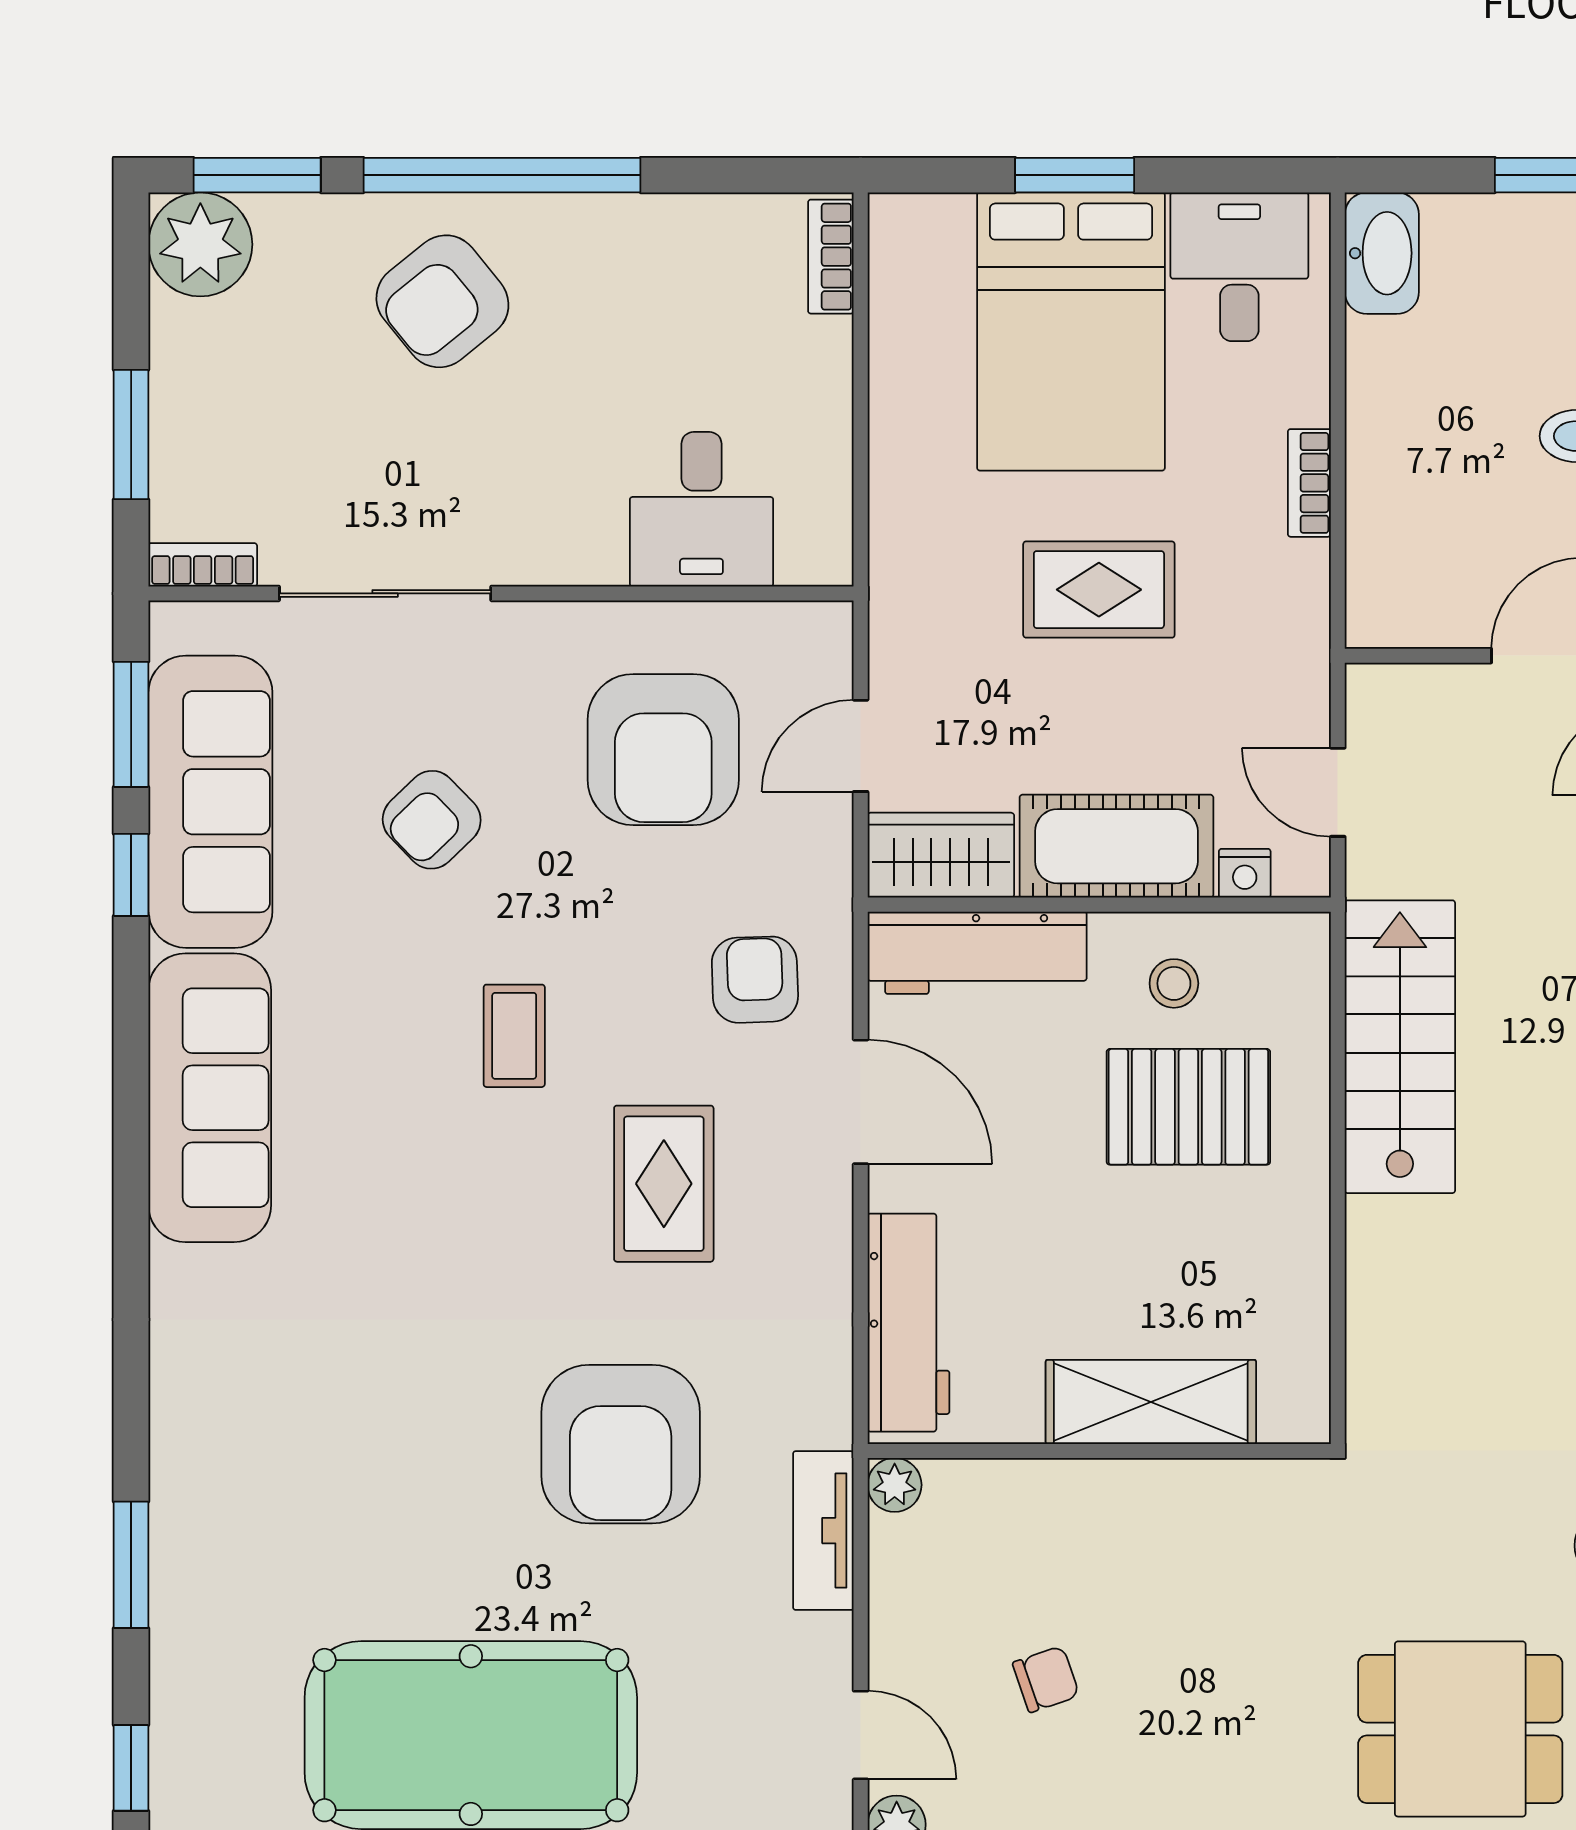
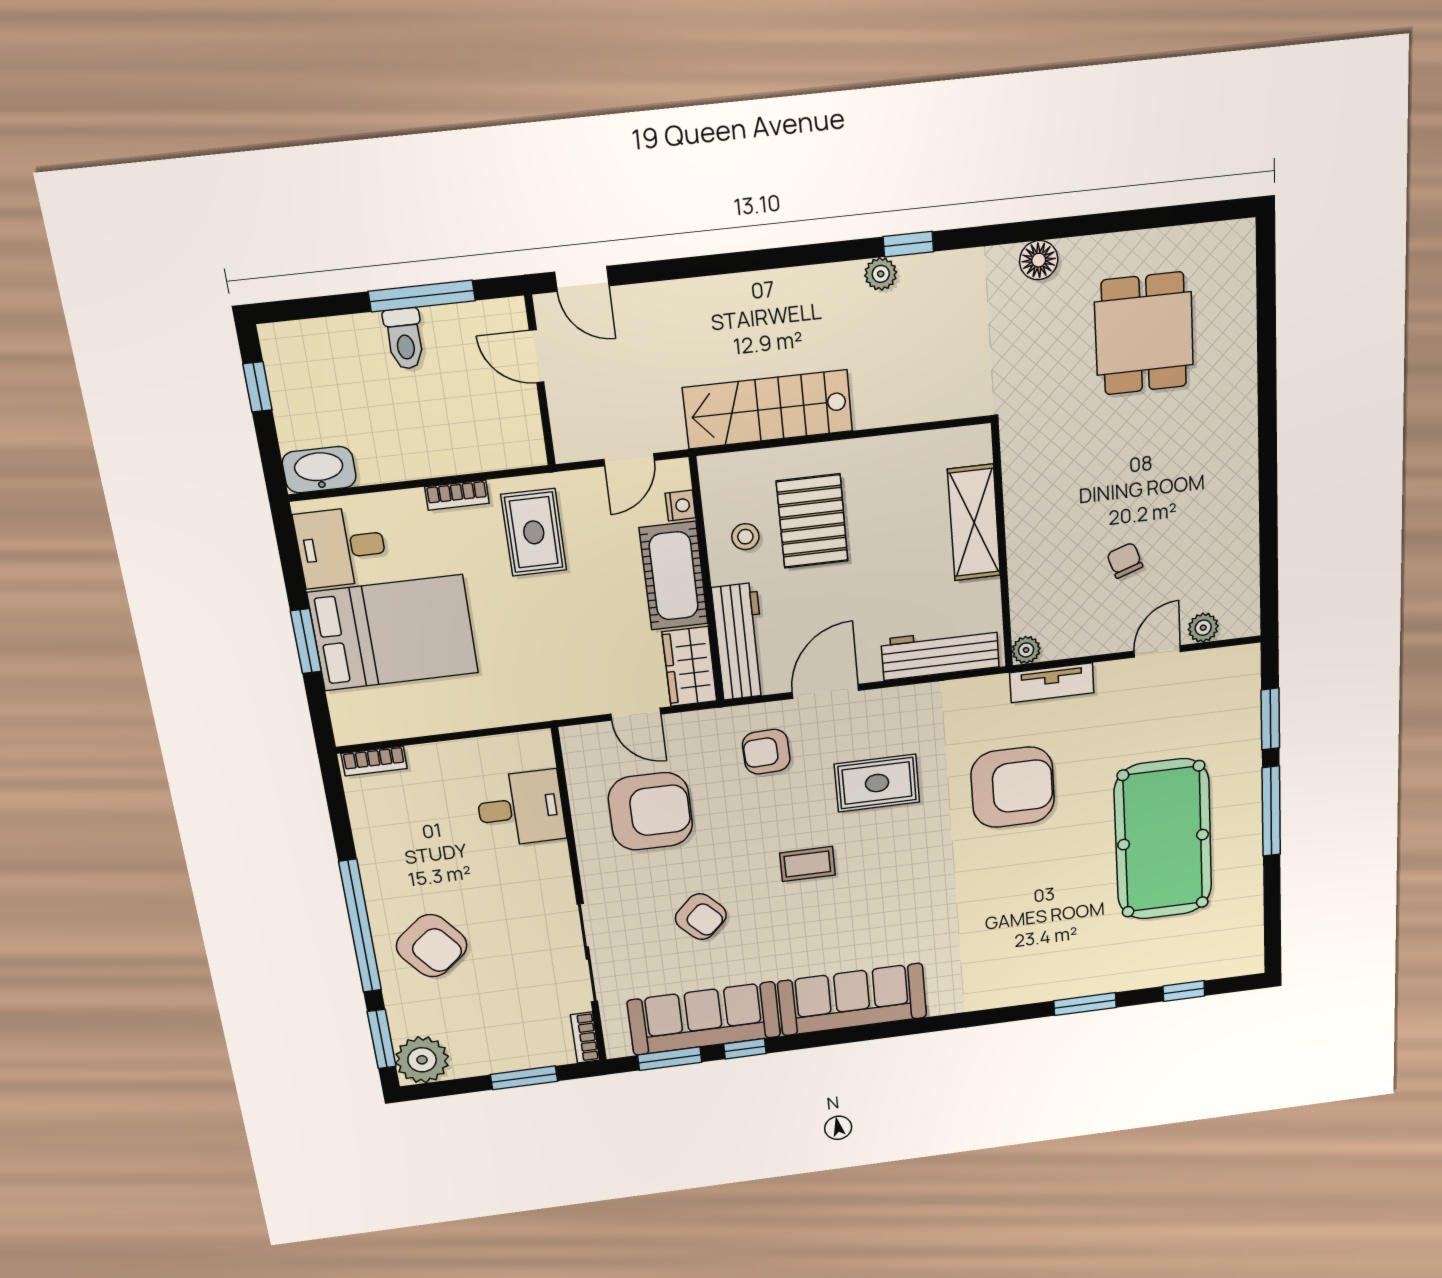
rug: (1099, 590) -> (534, 532), moved

